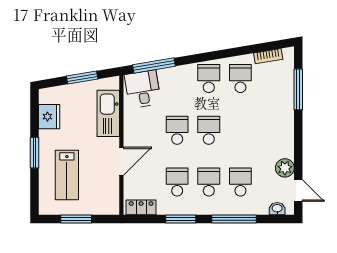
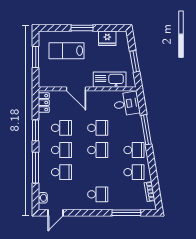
window: (154, 65) -> (146, 130), moved
school desk: (272, 130) -> (98, 194), added
plant: (285, 168) -> (71, 203), removed

